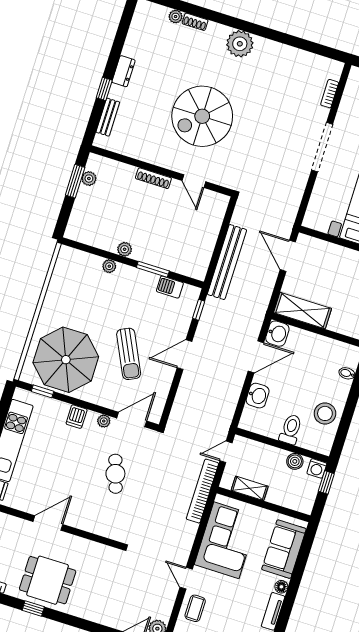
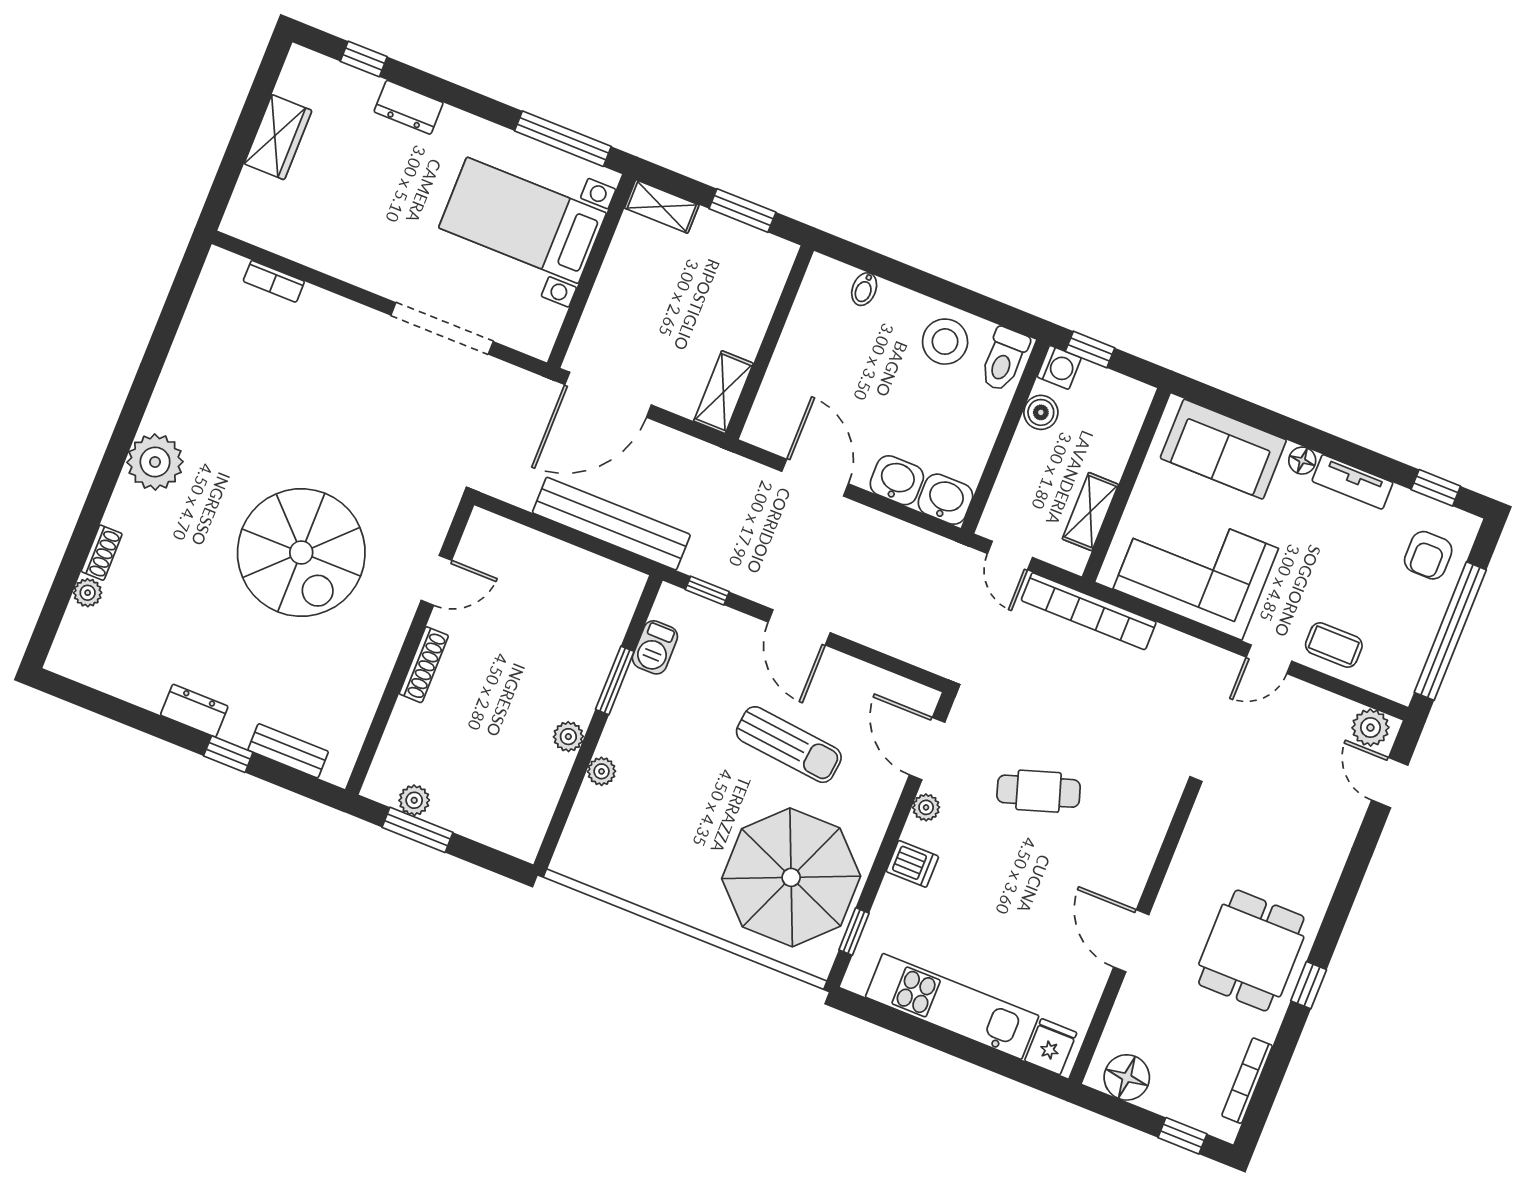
doorway: (322, 147) -> (442, 328), moved
door: (288, 256) -> (608, 395), width x1.36
shelving: (303, 311) -> (723, 392), width x0.67, depth x0.75
washbasin: (277, 334) -> (945, 499), moved
sun lounger: (129, 354) -> (789, 745), turned 32
toilet: (291, 429) -> (1004, 359), moved, turned -90

